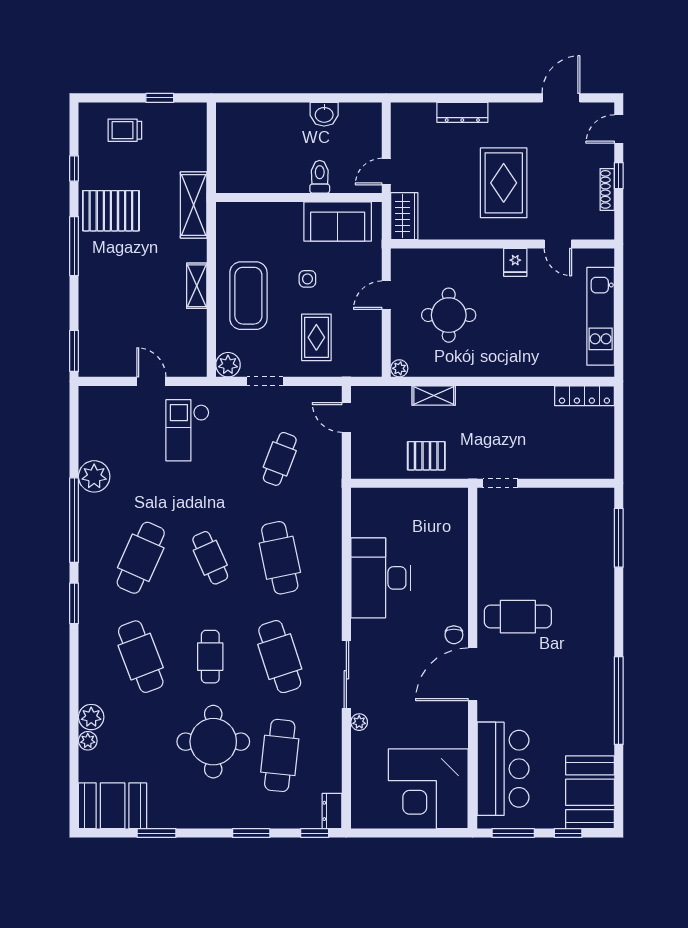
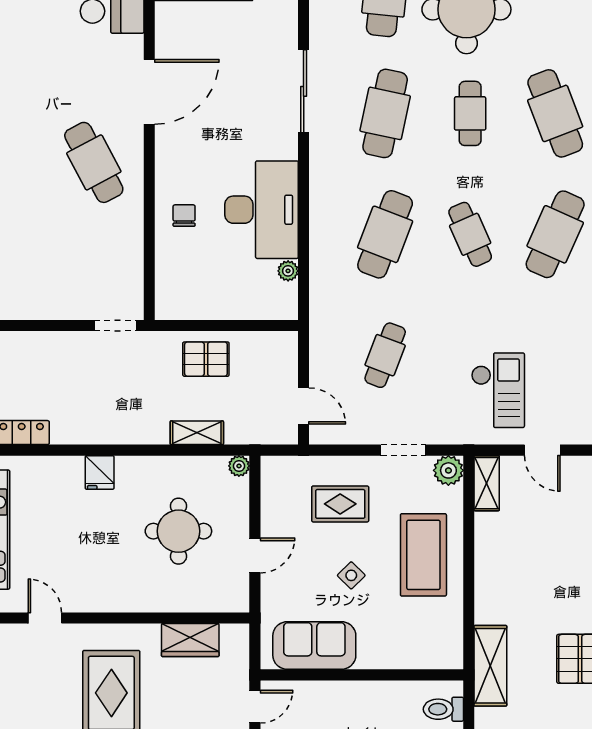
toilet: (320, 177) -> (443, 709), moved, turned 90
wardrobe: (404, 216) -> (190, 640), moved, turned -90
fridge: (515, 262) -> (100, 472), moved, turned 180
side table: (307, 279) -> (351, 575), turned 45
shelving: (197, 286) -> (487, 483), moved
rug: (316, 337) -> (340, 504), turned 90
cafe table: (280, 558) -> (385, 234), turned 33
cafe table: (518, 617) -> (94, 162), turned 62
chair: (454, 635) -> (184, 216), moved
cafe table: (280, 657) -> (385, 113), turned 30
plant: (359, 722) -> (288, 271), moved

